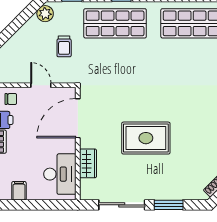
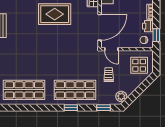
display table: (18, 61) -> (139, 65), added
door: (41, 85) -> (111, 49), moved

